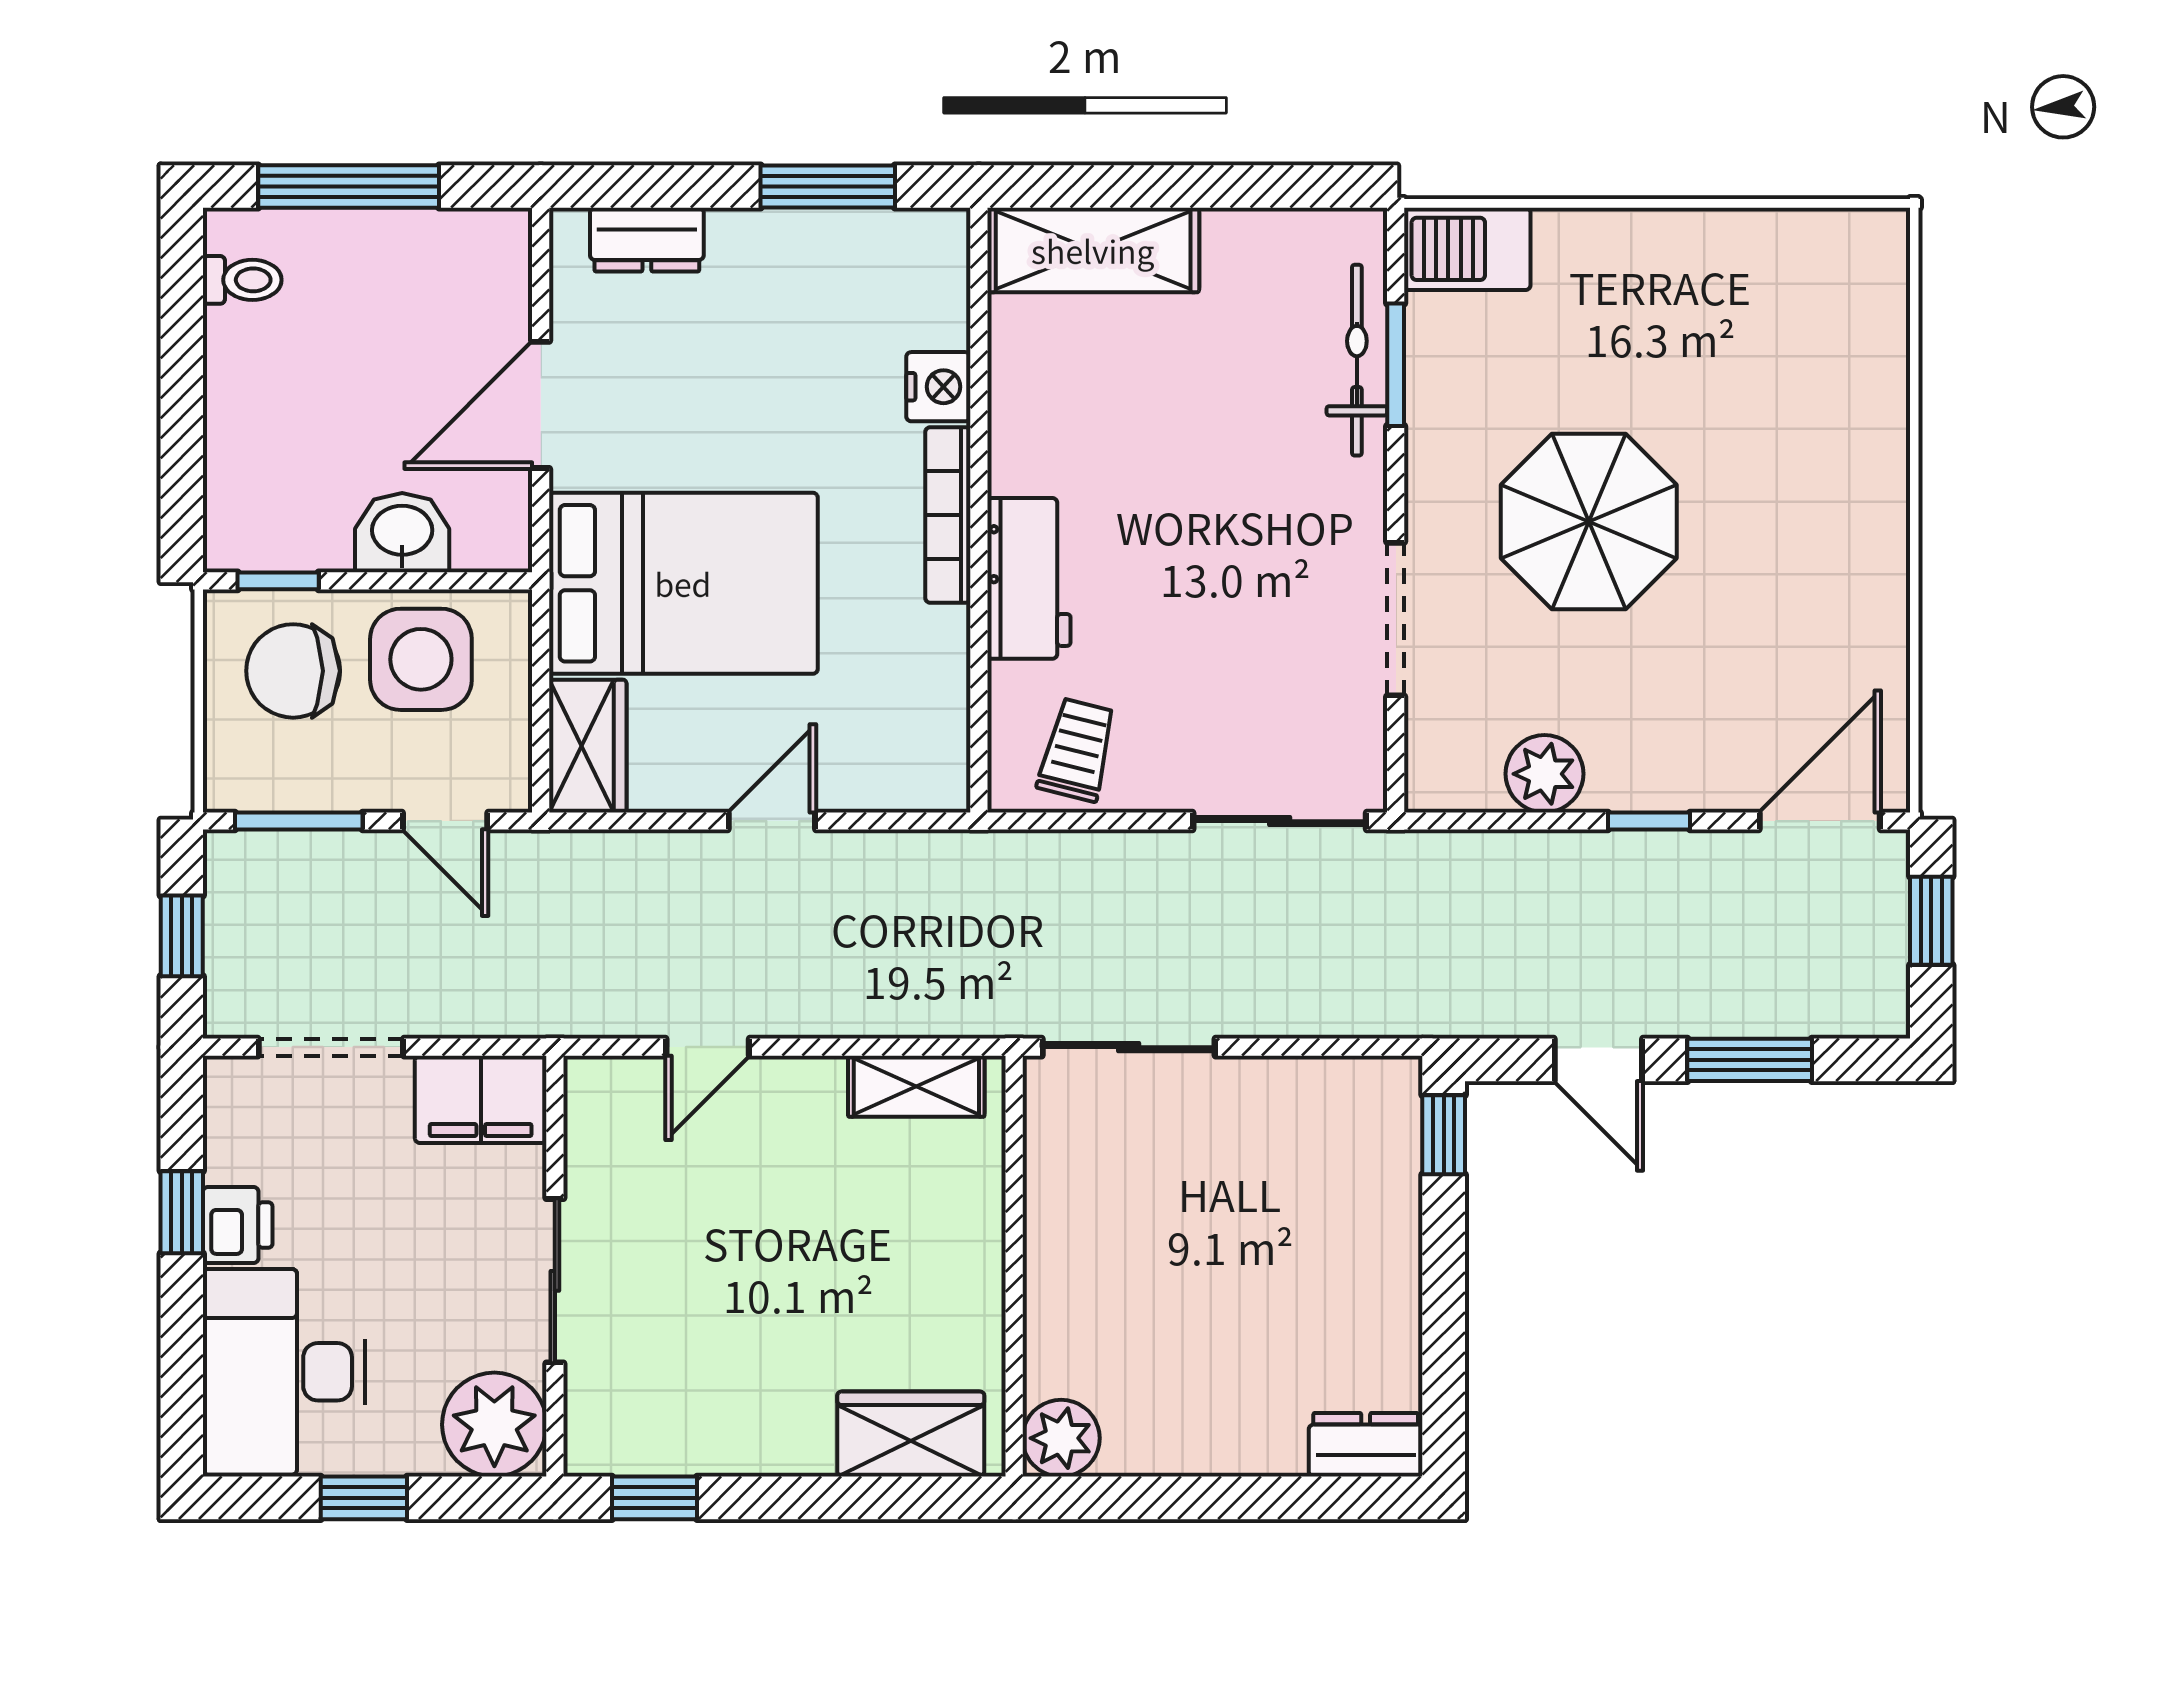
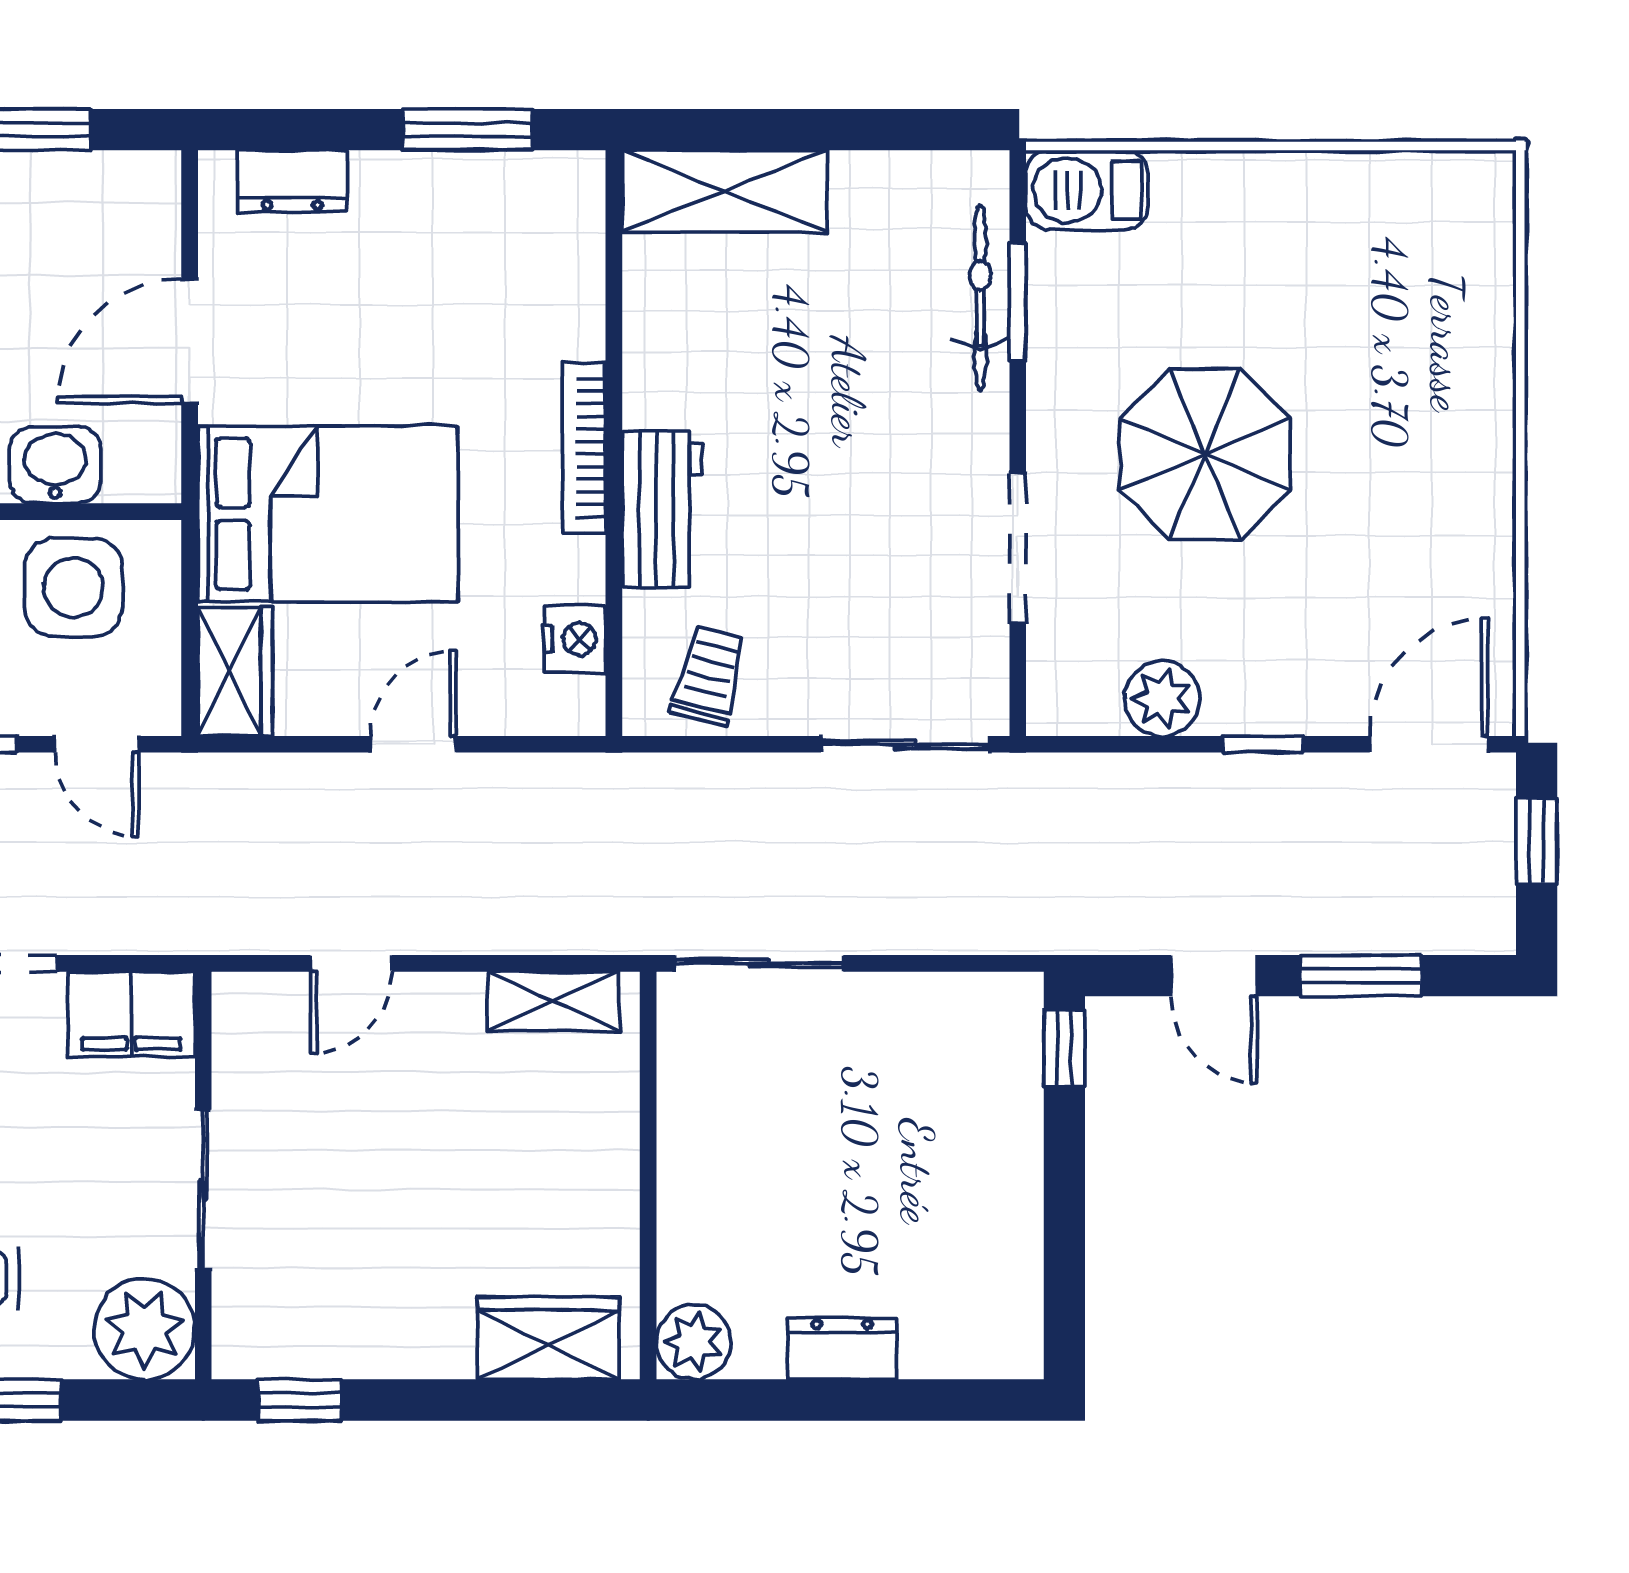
nightstand: (938, 387) -> (575, 639), moved
dresser: (1366, 1445) -> (842, 1349), moved

